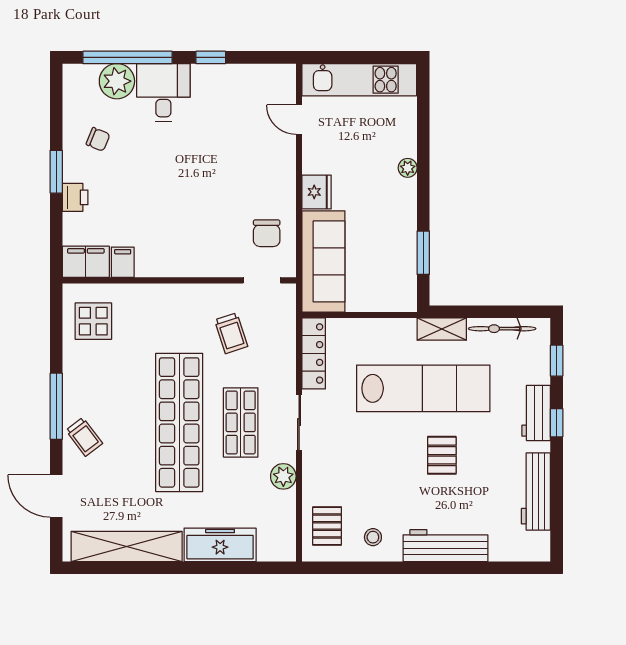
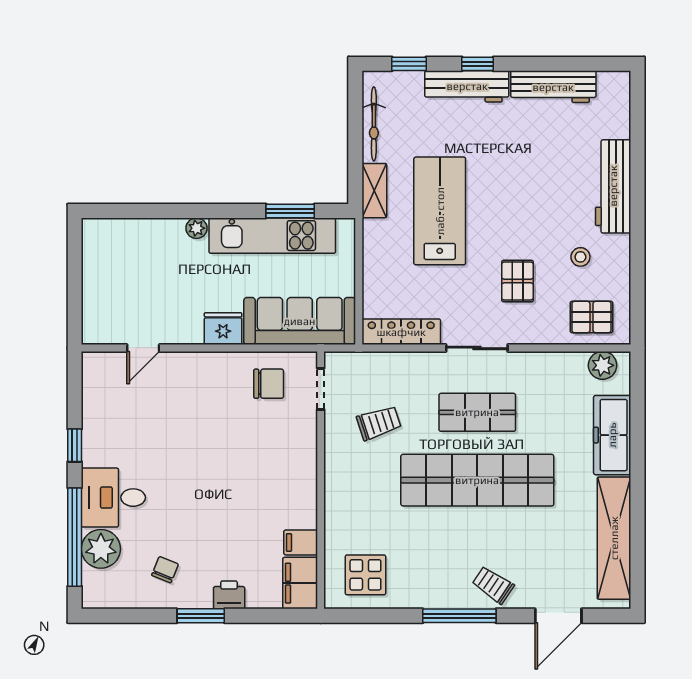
kitchen unit: (359, 80) -> (272, 236), moved, turned 90
lab bench: (423, 388) -> (440, 211), width x0.73
workbench: (536, 413) -> (467, 86), width x1.38
trolley: (84, 437) -> (493, 585), turned -109
pallet: (442, 455) -> (517, 281), moved, turned 90
plant: (283, 476) -> (603, 365), moved
stool: (373, 537) -> (580, 257), moved

